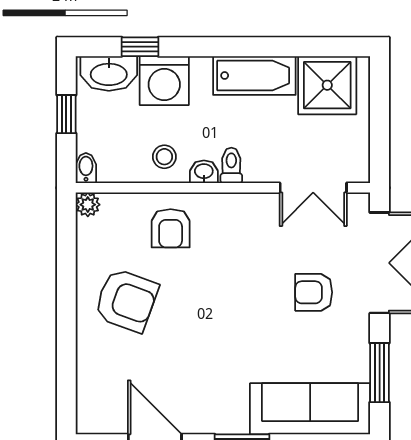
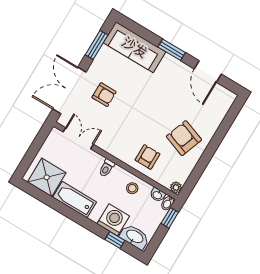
window: (66, 114) -> (170, 218), moved
washbasin: (204, 172) -> (157, 195), moved

